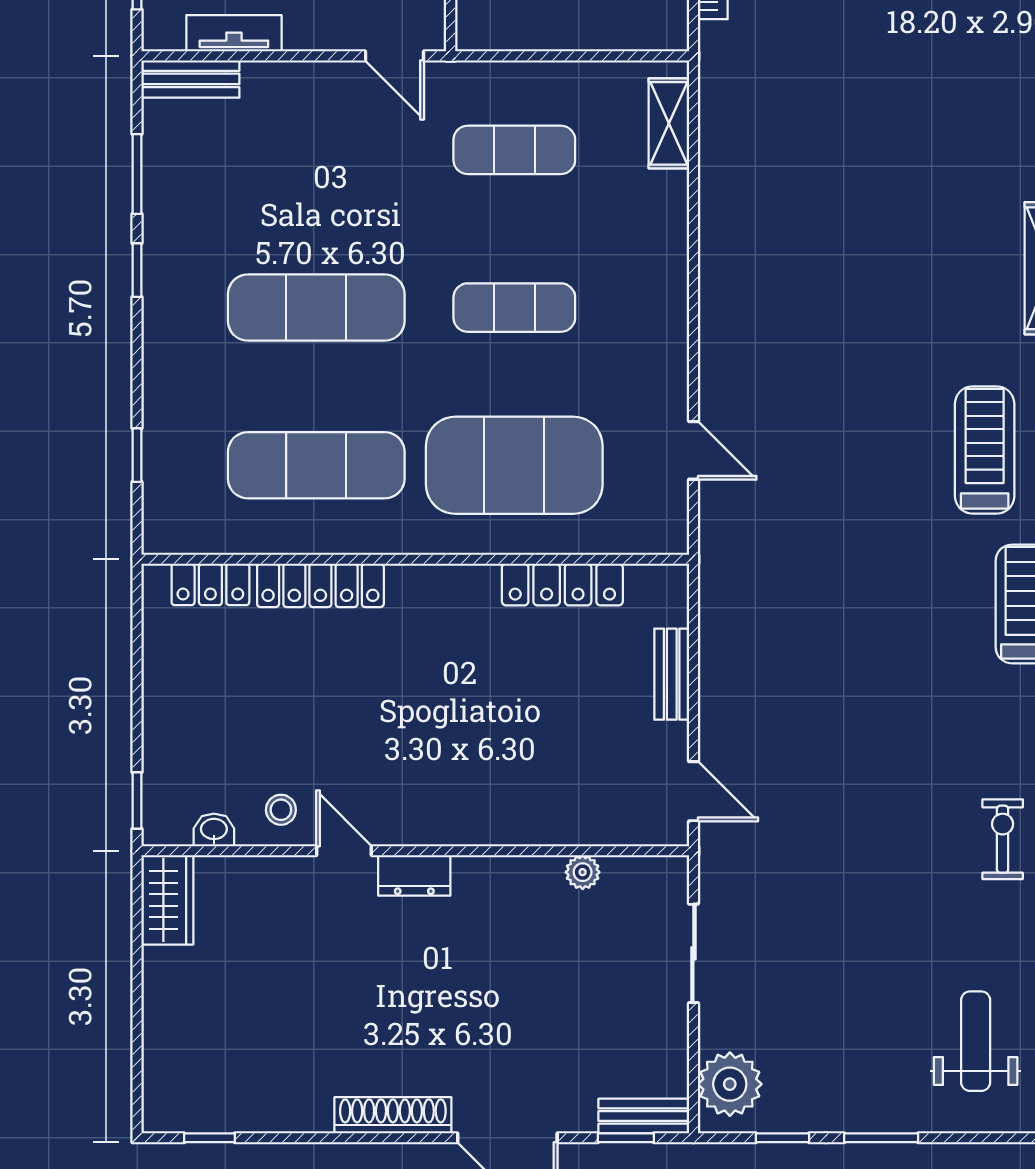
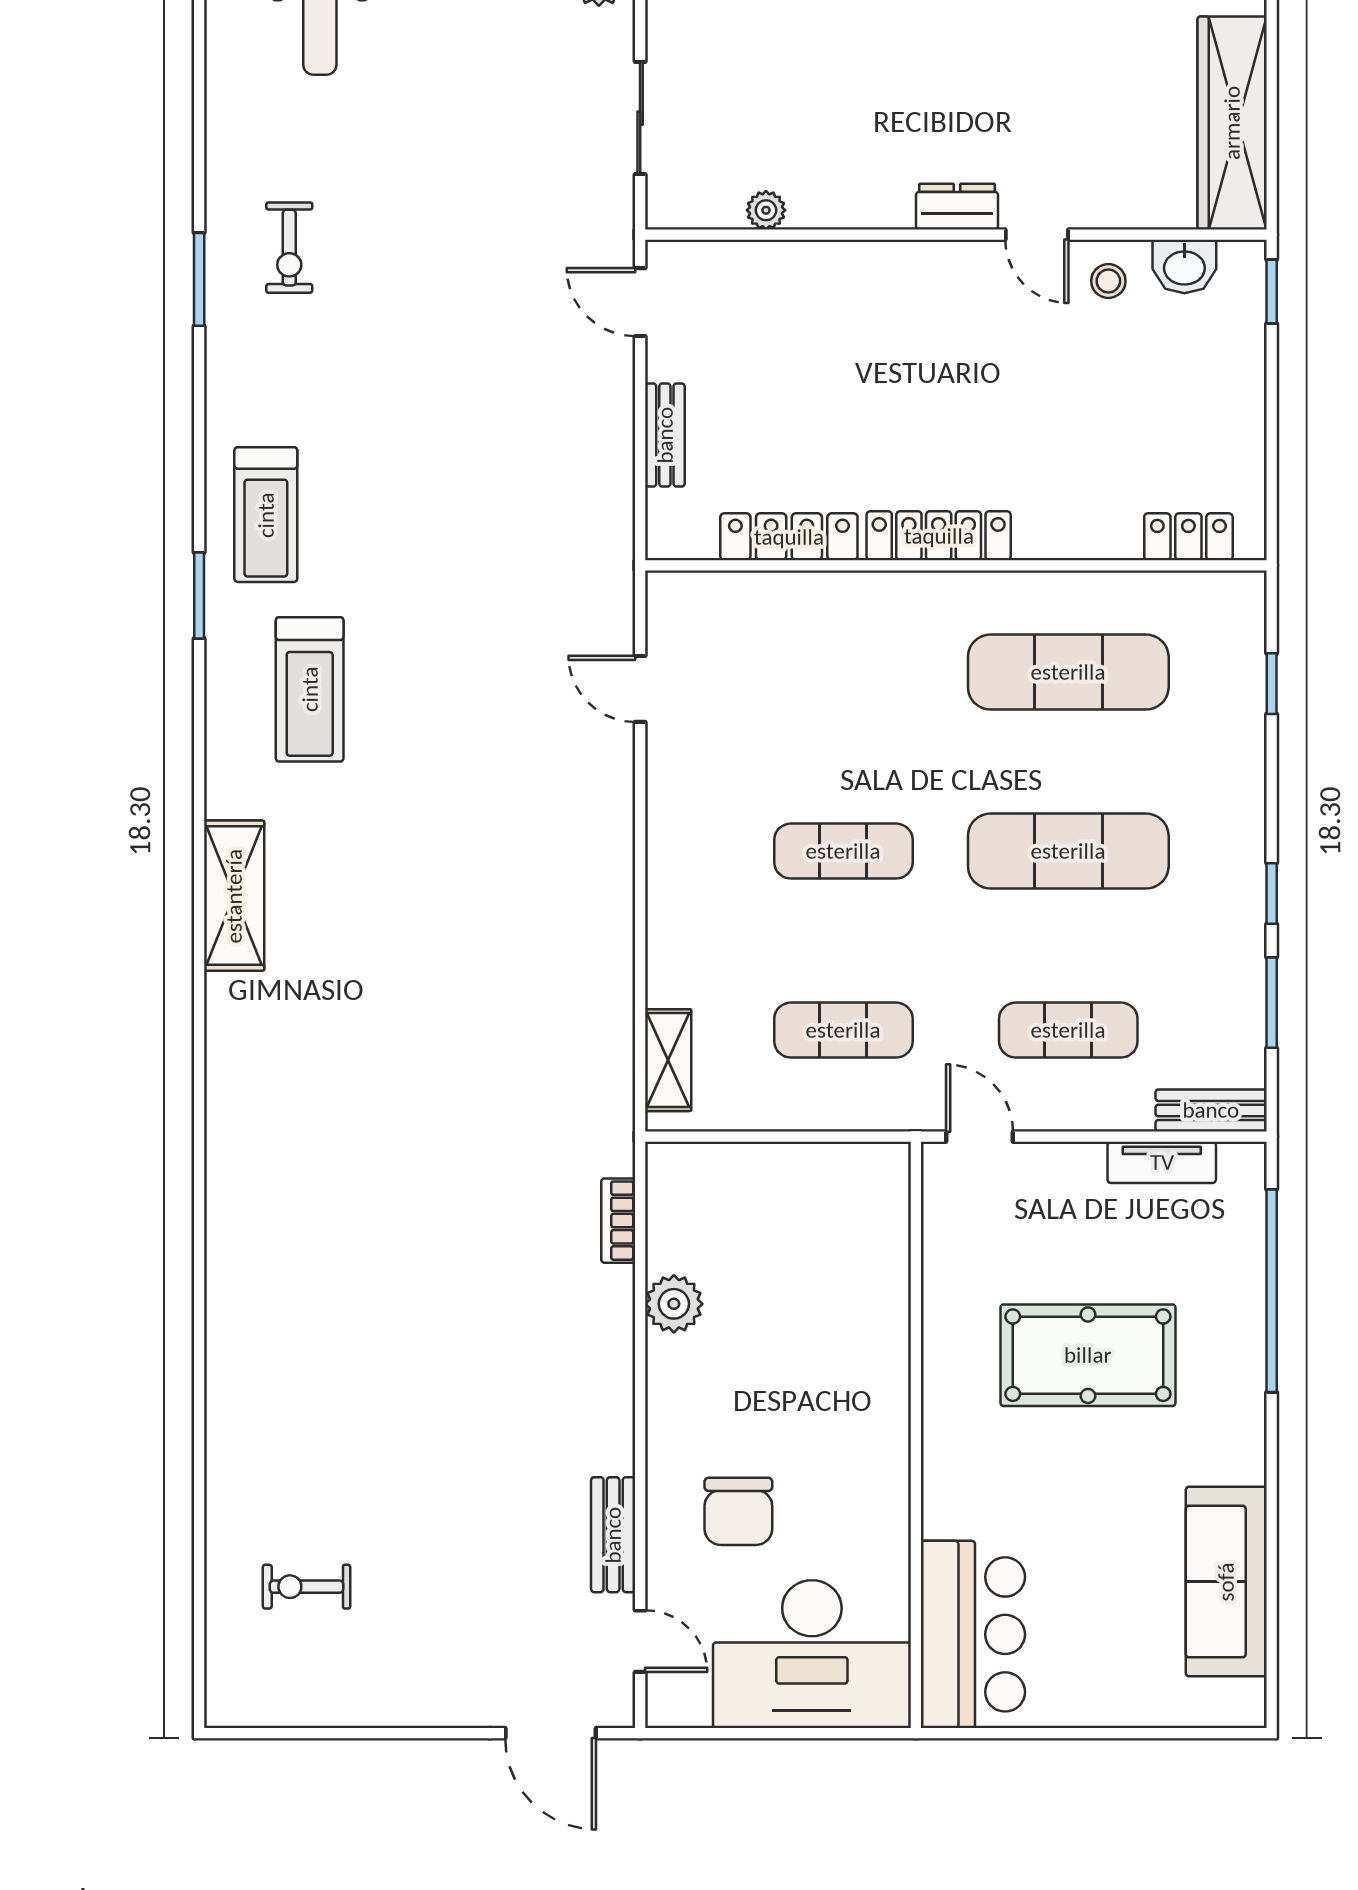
exercise mat: (514, 465) -> (1068, 1030), moved, width x0.50, depth x0.69
locker: (320, 585) -> (939, 536), moved
washbasin: (214, 830) -> (1184, 266), width x1.38, depth x1.45
wardrobe: (167, 900) -> (1232, 123), width x2.10, depth x1.17

